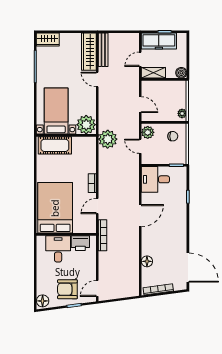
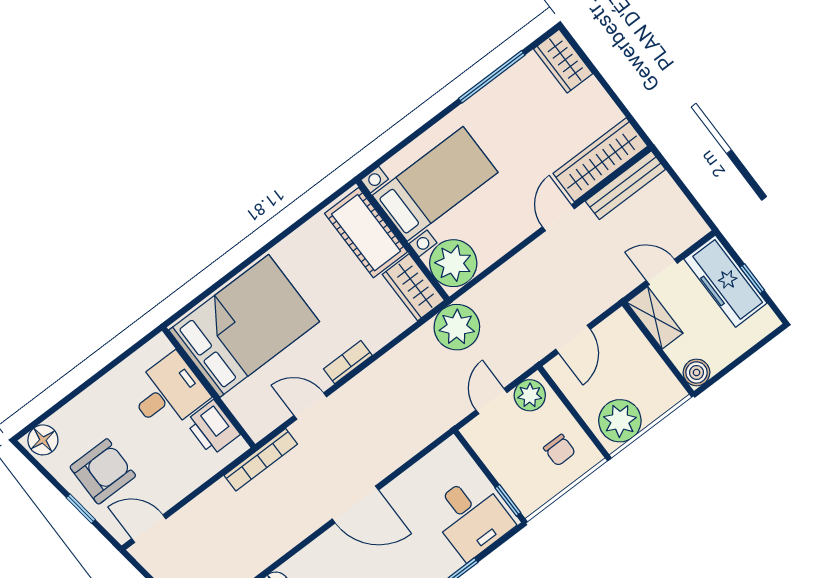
plant: (182, 113) -> (620, 421), width x1.88, depth x1.88
wardrobe: (84, 144) -> (413, 287), added
desk: (155, 179) -> (471, 517), moved, turned 180
armchair: (67, 289) -> (103, 471), turned 90

